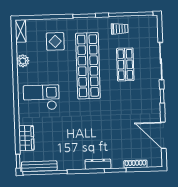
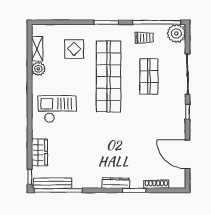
plant: (149, 24) -> (176, 33), added
shelving: (21, 31) -> (37, 49), moved

